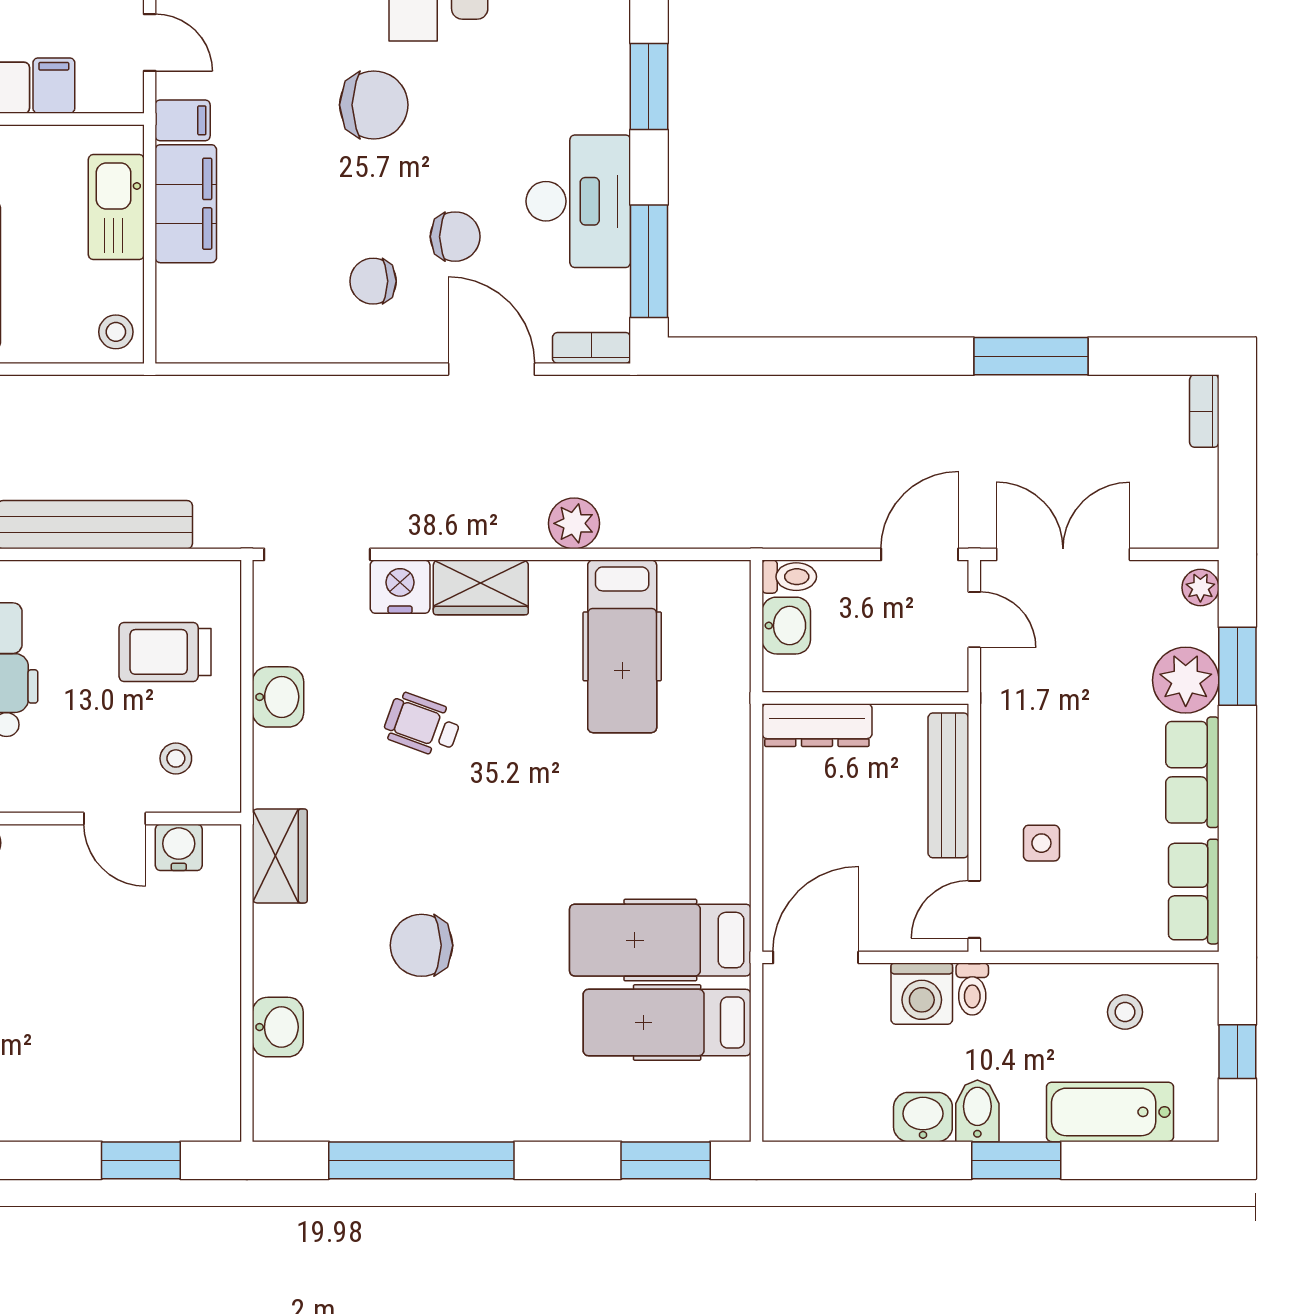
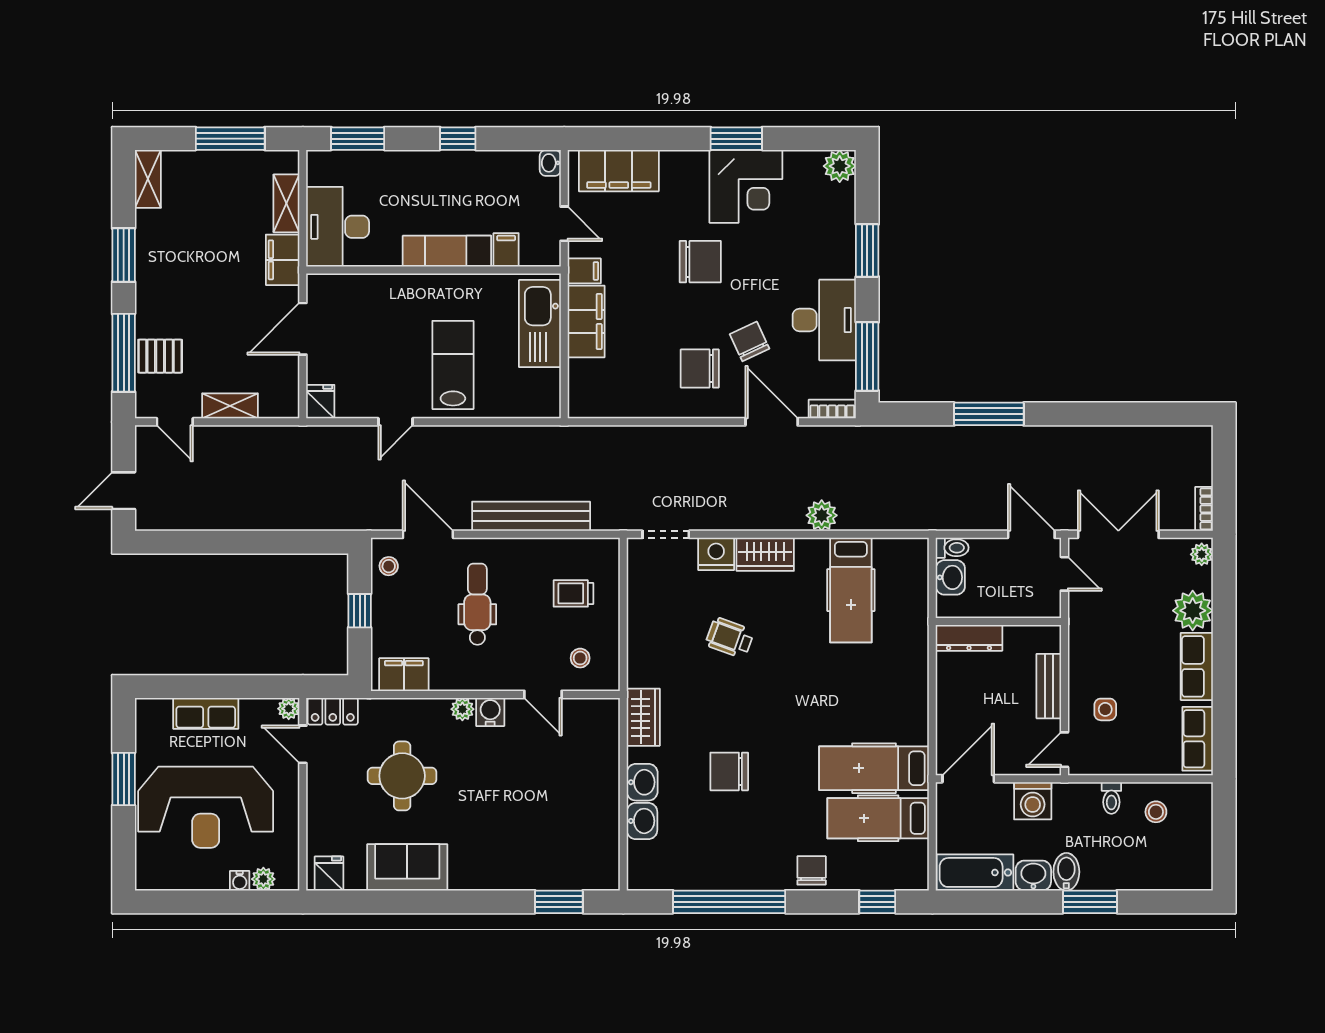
kitchen sink: (116, 207) -> (540, 324), width x1.36, depth x1.24
chair: (455, 237) -> (750, 341), turned -115
chair: (373, 281) -> (700, 368), width x1.37, depth x1.37
stool: (116, 332) -> (544, 399), removed
window: (1031, 356) -> (989, 414), moved
bookcase: (1204, 411) -> (1204, 509), moved
doorway: (317, 554) -> (666, 534), width x0.73
door: (920, 554) -> (1031, 534), hinge flipped
trolley: (165, 652) -> (574, 593), width x0.73, depth x0.72
window: (1237, 666) -> (1224, 602), removed
washbasin: (278, 697) -> (642, 782), moved
bench: (948, 785) -> (1049, 686), width x0.73
water cooler: (179, 847) -> (490, 712), moved
toilet: (972, 989) -> (1111, 798), moved
window: (1237, 1052) -> (1224, 836), removed
chair: (557, 1109) -> (812, 870), added
bathtub: (1110, 1112) -> (975, 872), moved
window: (666, 1160) -> (877, 902), width x0.67

